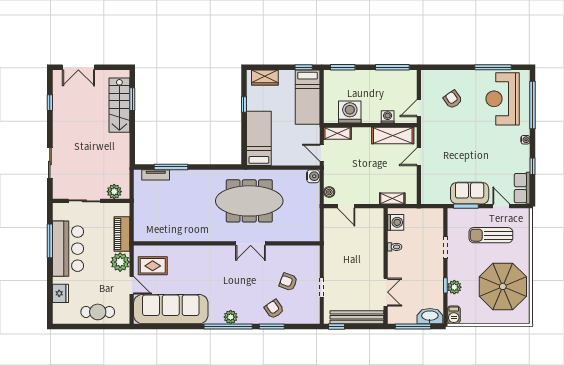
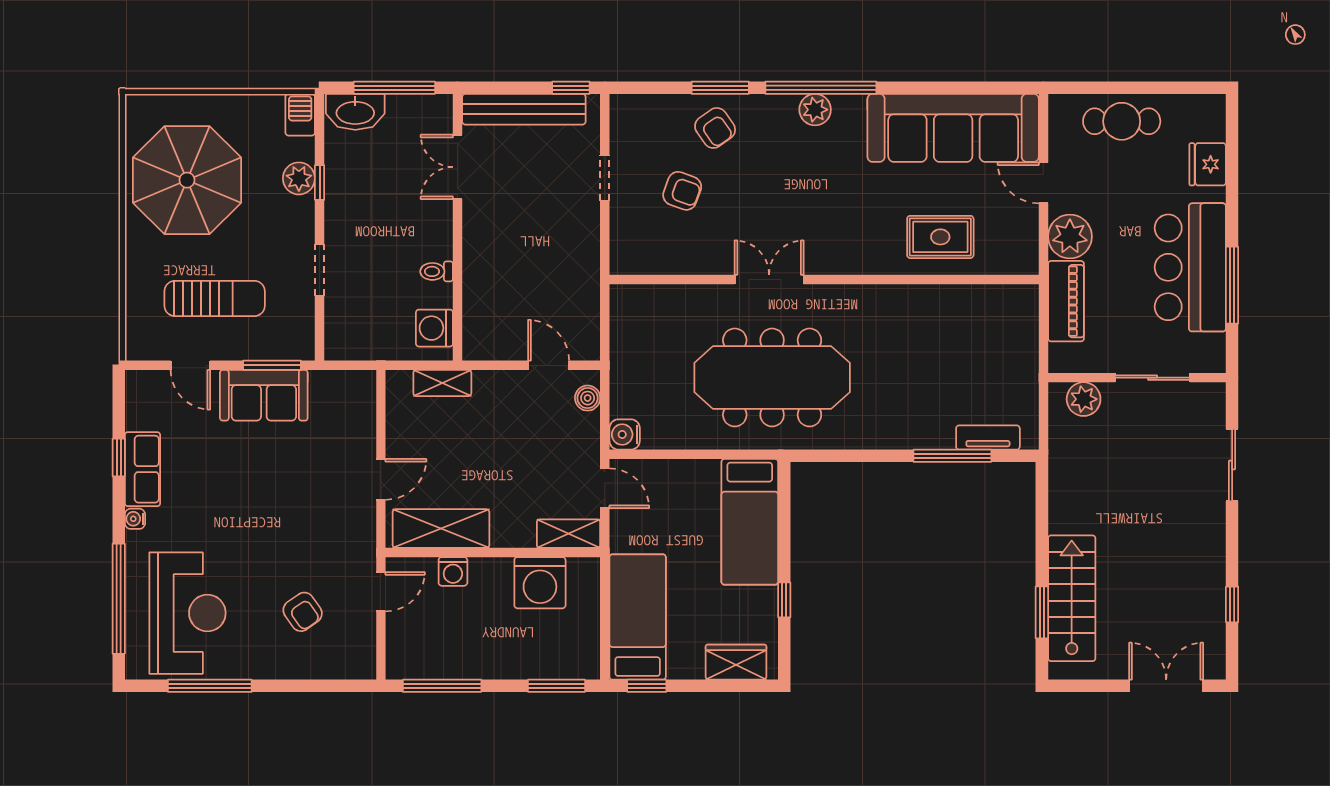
row of seats: (522, 188) -> (142, 469), moved
rug: (153, 266) -> (940, 237), moved

